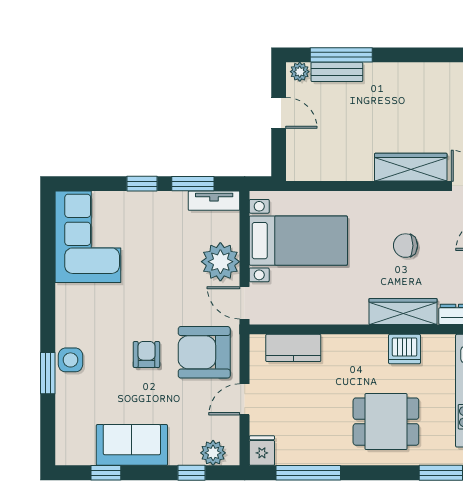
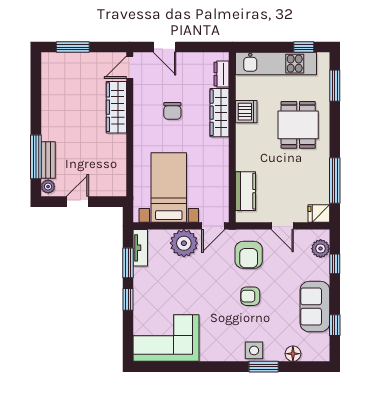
armchair: (204, 352) -> (249, 255), width x0.73, depth x0.73
floor lamp: (66, 414) -> (293, 354), added

